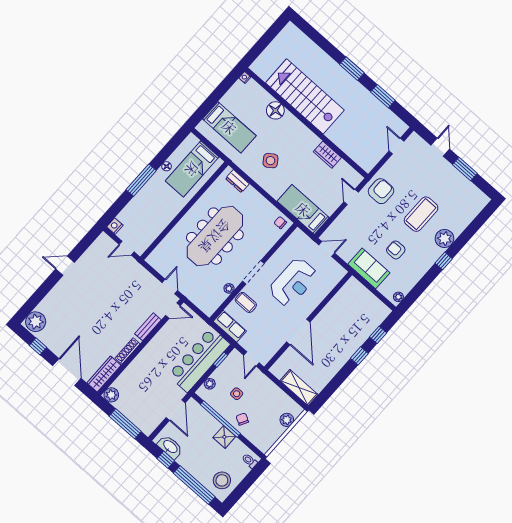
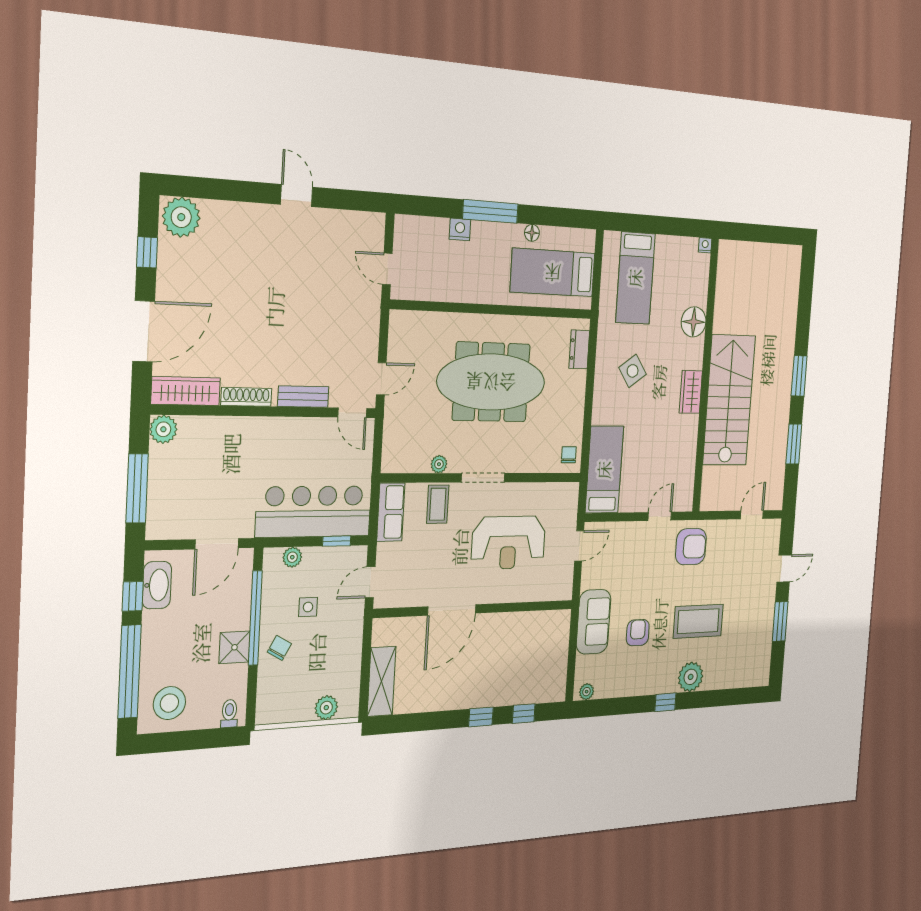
stairs: (305, 96) -> (729, 400), moved
wardrobe: (327, 155) -> (691, 392), moved
nightstand: (115, 226) -> (460, 229), moved
door: (327, 249) -> (579, 546), hinge flipped

